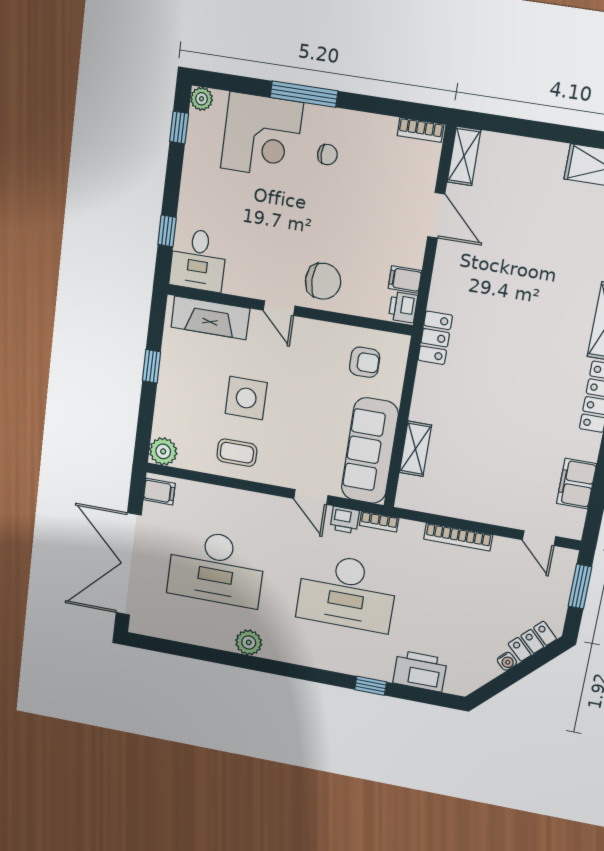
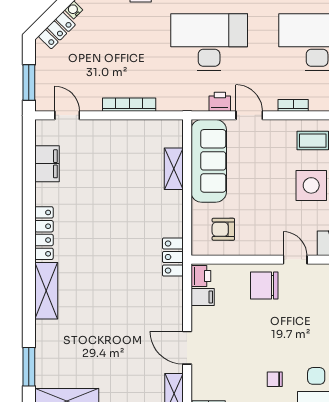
bookcase: (379, 522) -> (293, 105), moved

